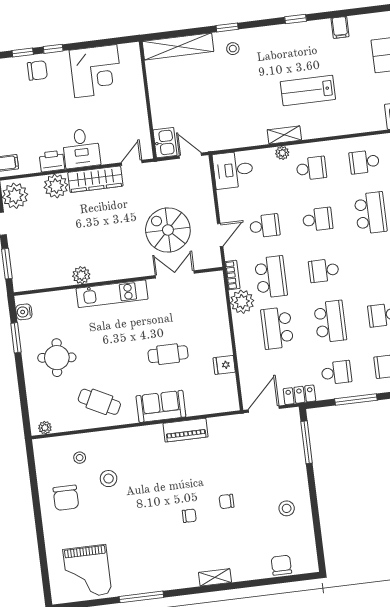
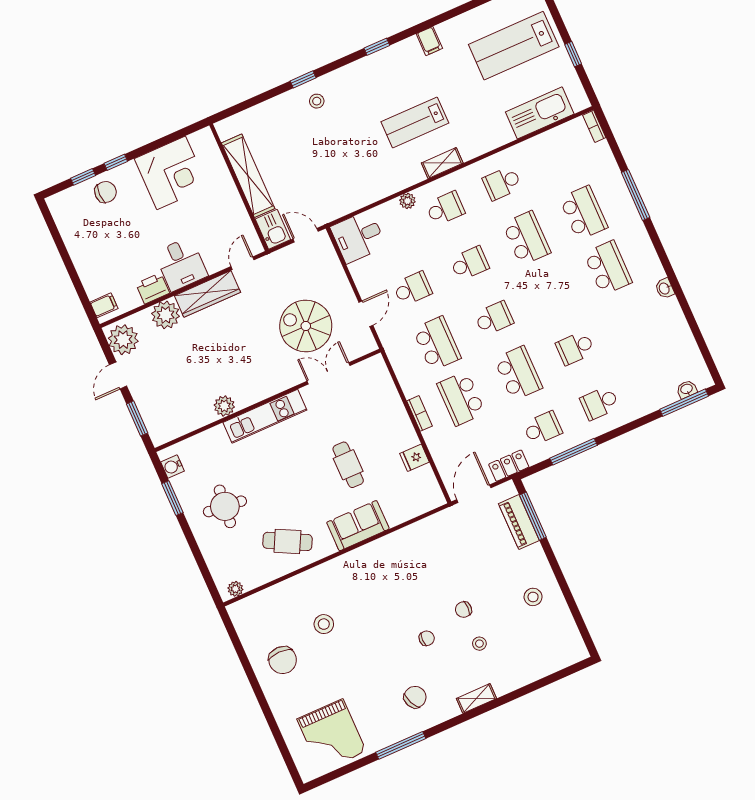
shelving: (178, 46) -> (248, 176), moved, turned 90
shelving: (284, 135) -> (442, 163), moved
school desk: (324, 270) -> (494, 318), turned 180
bookcase: (233, 275) -> (419, 413), moved
plant: (242, 302) -> (413, 381), removed
cafe table: (168, 354) -> (348, 465), turned 90
piano: (186, 430) -> (519, 522), moved, turned 90
stool: (80, 458) -> (479, 644), moved
chair: (281, 565) -> (415, 697), moved, turned 66

